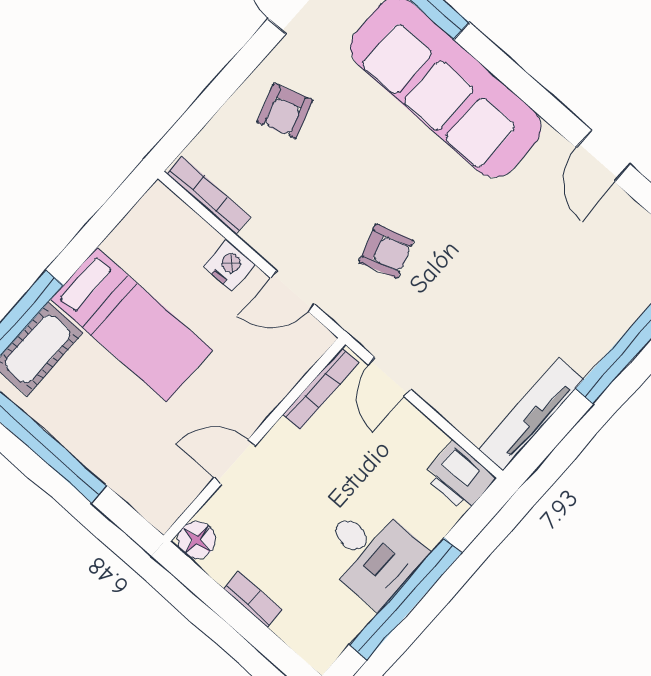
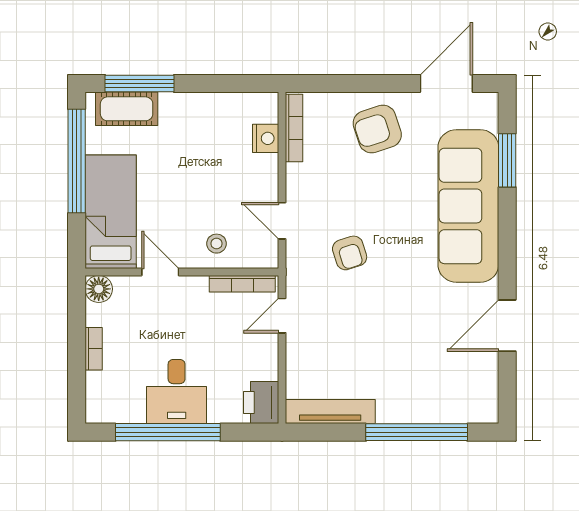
armchair: (285, 111) -> (377, 129), width x1.38, depth x1.38
door: (603, 156) -> (507, 326), width x1.38
nightstand: (229, 265) -> (266, 138), moved
bed: (132, 325) -> (111, 212), moved, turned 180
stool: (257, 379) -> (217, 244), added

